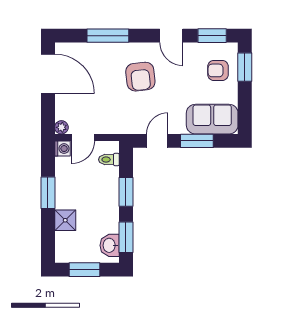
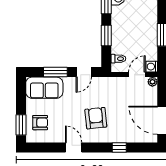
window: (108, 36) -> (119, 148), width x0.46
window: (212, 36) -> (44, 148), removed
shower: (65, 220) -> (150, 15), removed

